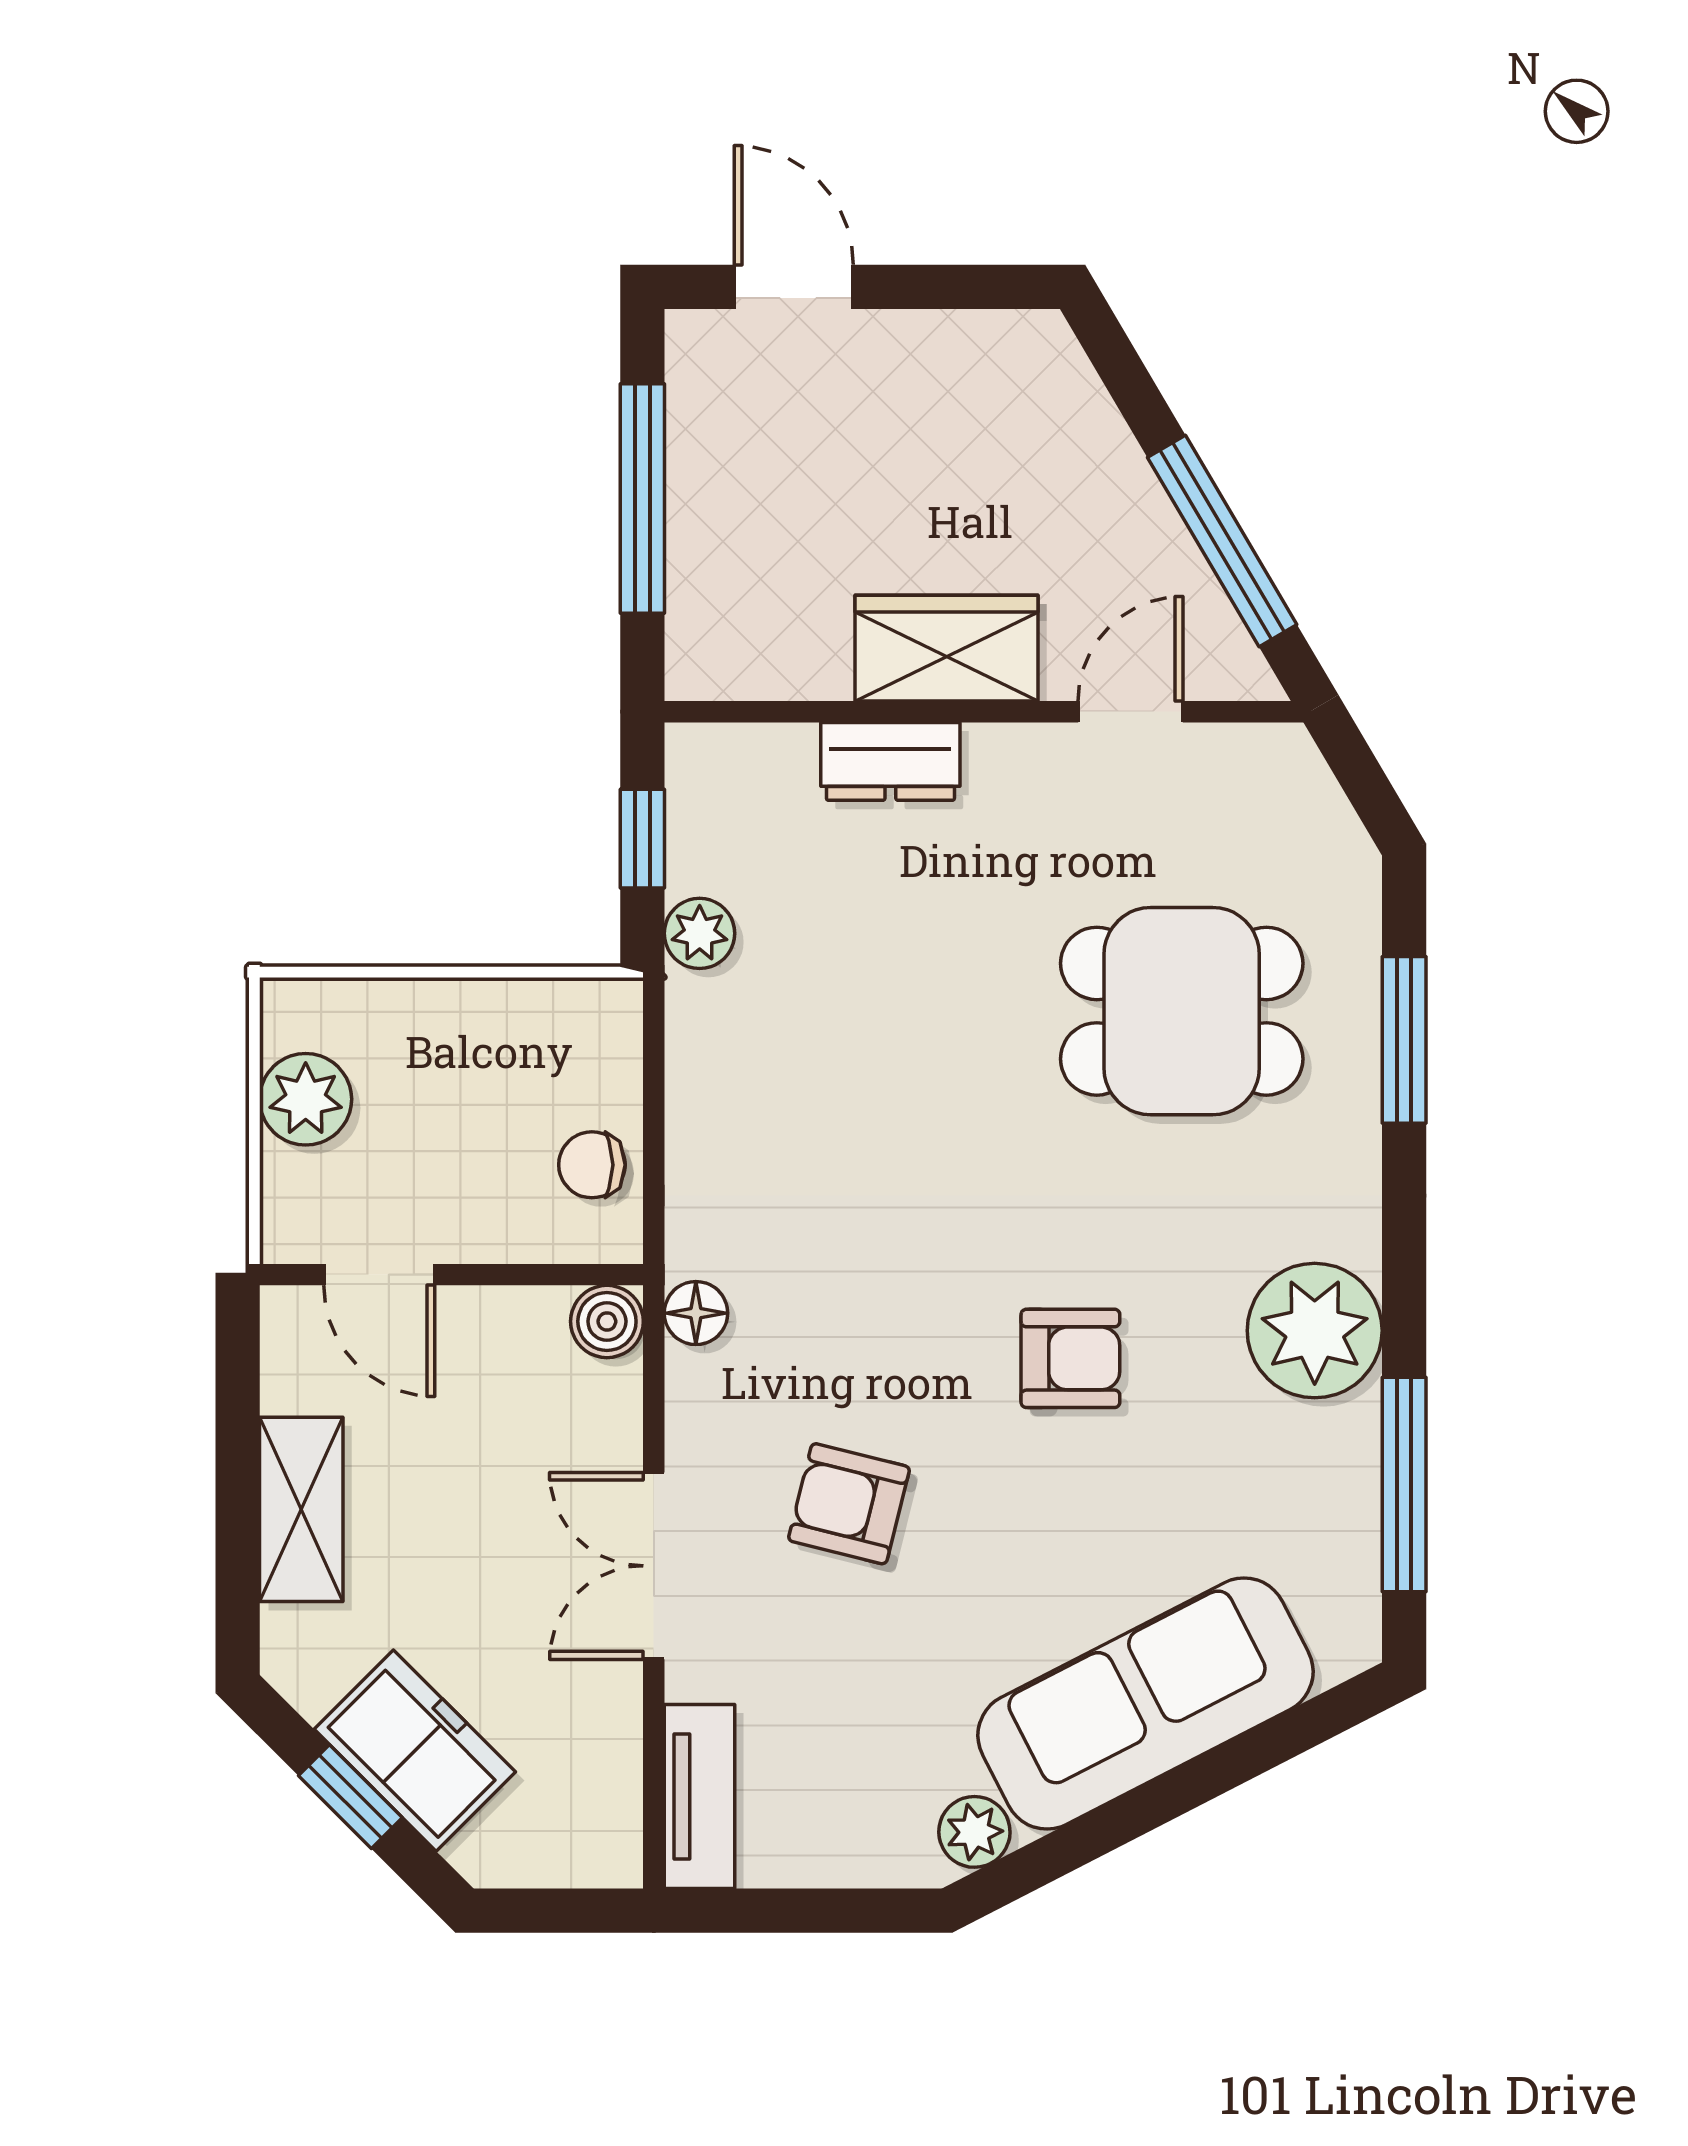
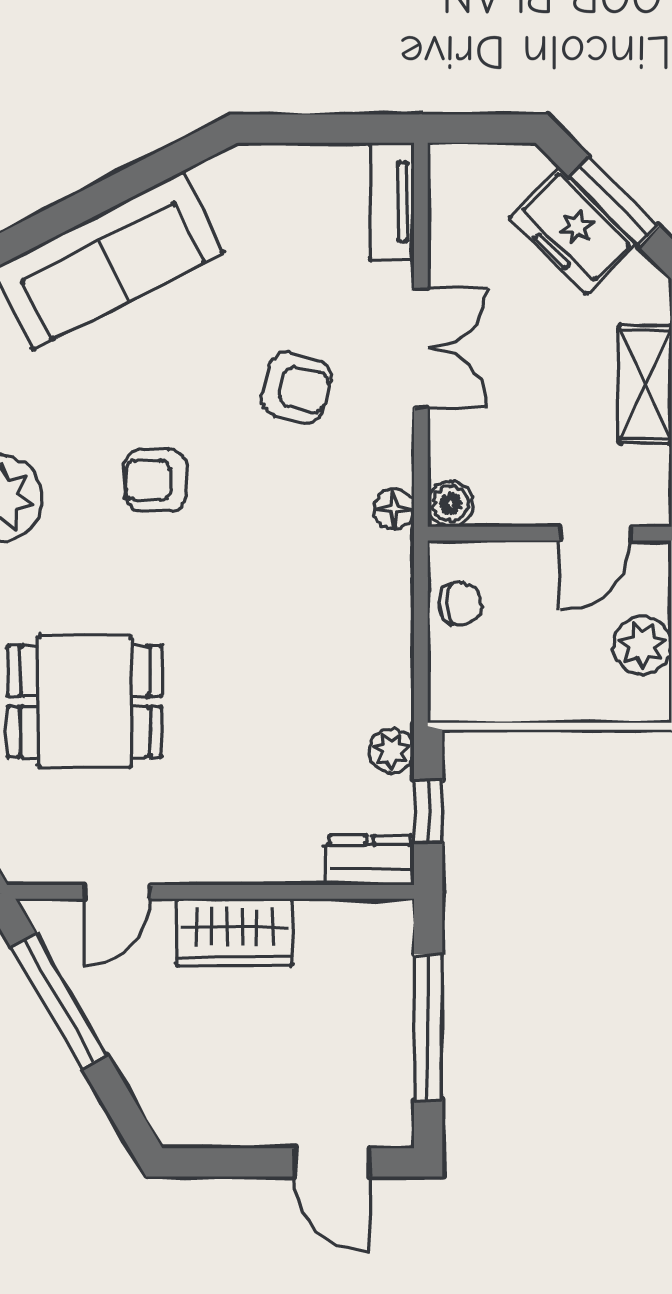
dresser: (890, 761) -> (370, 860), moved
door: (379, 1275) -> (596, 534), swing flipped
window: (350, 1797) -> (614, 201), width x1.50
plant: (974, 1832) -> (217, 179), removed

